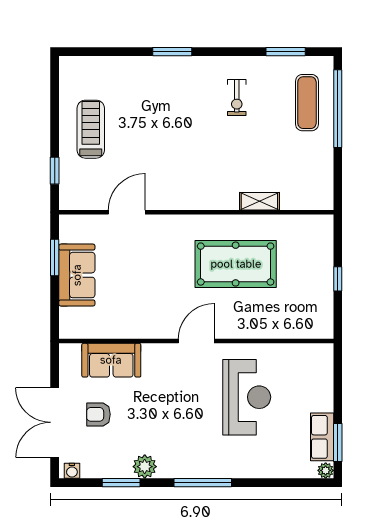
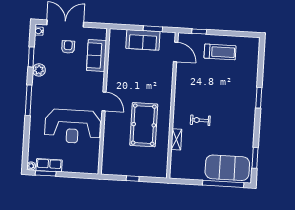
exercise bike: (237, 98) -> (200, 120), moved
exercise mat: (307, 103) -> (227, 168), width x2.00, depth x1.45
door: (127, 212) -> (176, 52), moved
reception desk: (247, 397) -> (73, 126), width x1.36, depth x1.30

